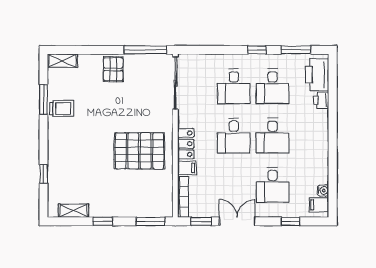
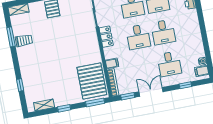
locker: (186, 144) -> (106, 37), moved
pallet: (139, 151) -> (92, 81), moved, turned 90

